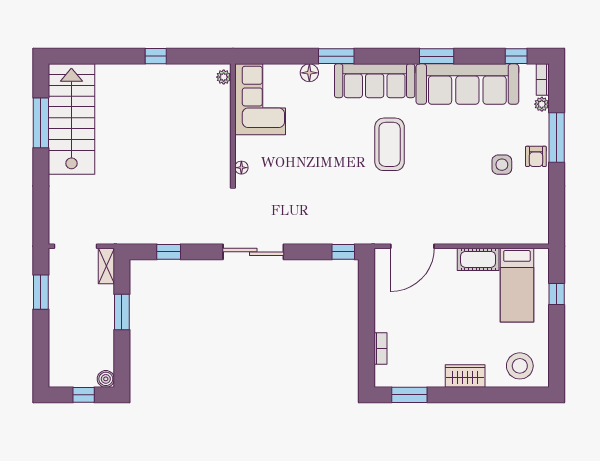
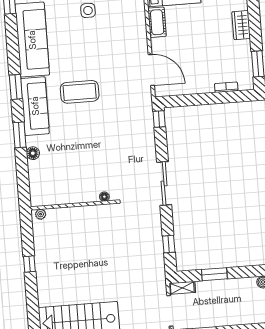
window: (437, 56) -> (16, 87), moved
corner sofa: (260, 99) -> (55, 187), removed

